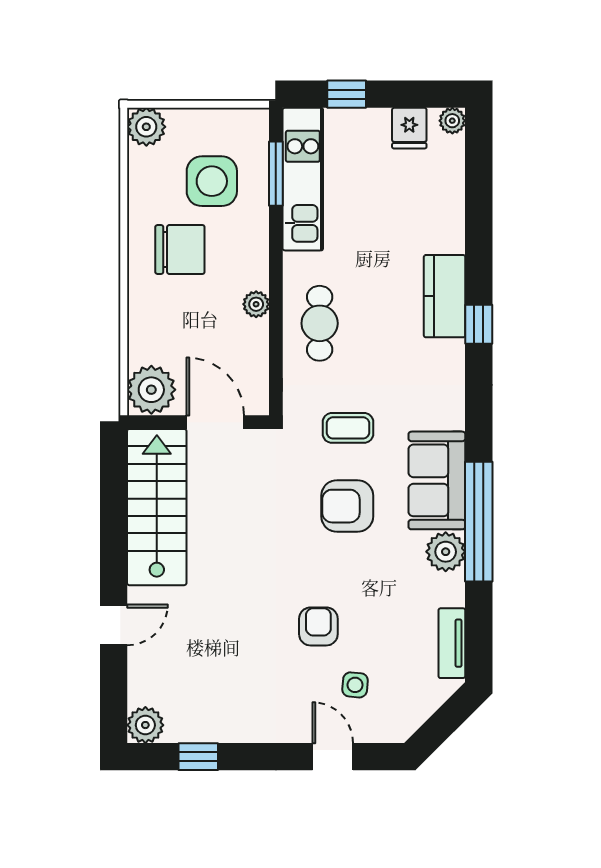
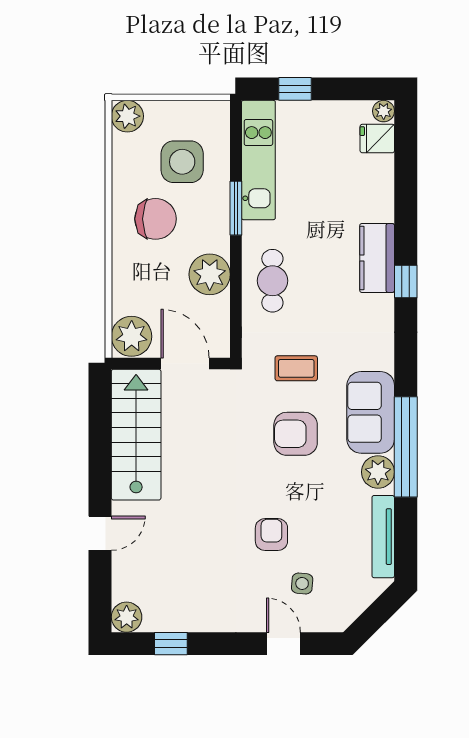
fridge: (409, 128) -> (377, 139), moved, turned 90
window: (276, 174) -> (236, 208), moved
plant: (256, 304) -> (210, 274), width x1.87, depth x1.87
tv unit: (452, 643) -> (383, 537), width x1.41

